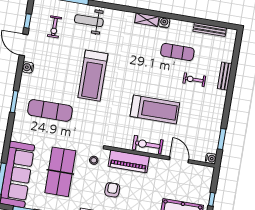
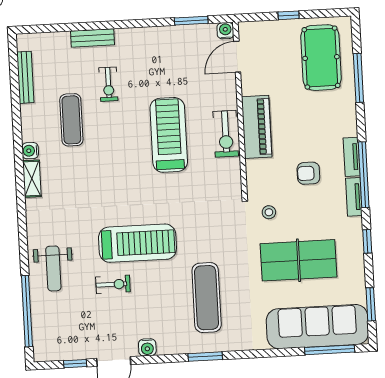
exercise bike: (54, 27) -> (113, 284), moved
door: (179, 160) -> (237, 57), moved
piano: (129, 161) -> (257, 127), moved

